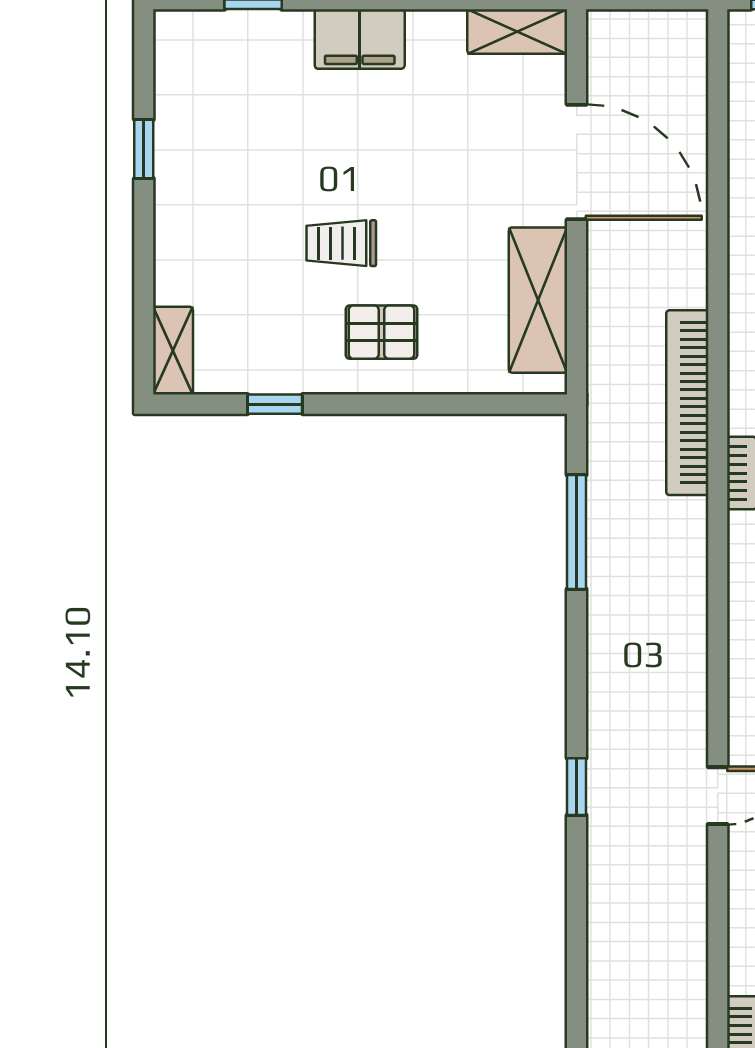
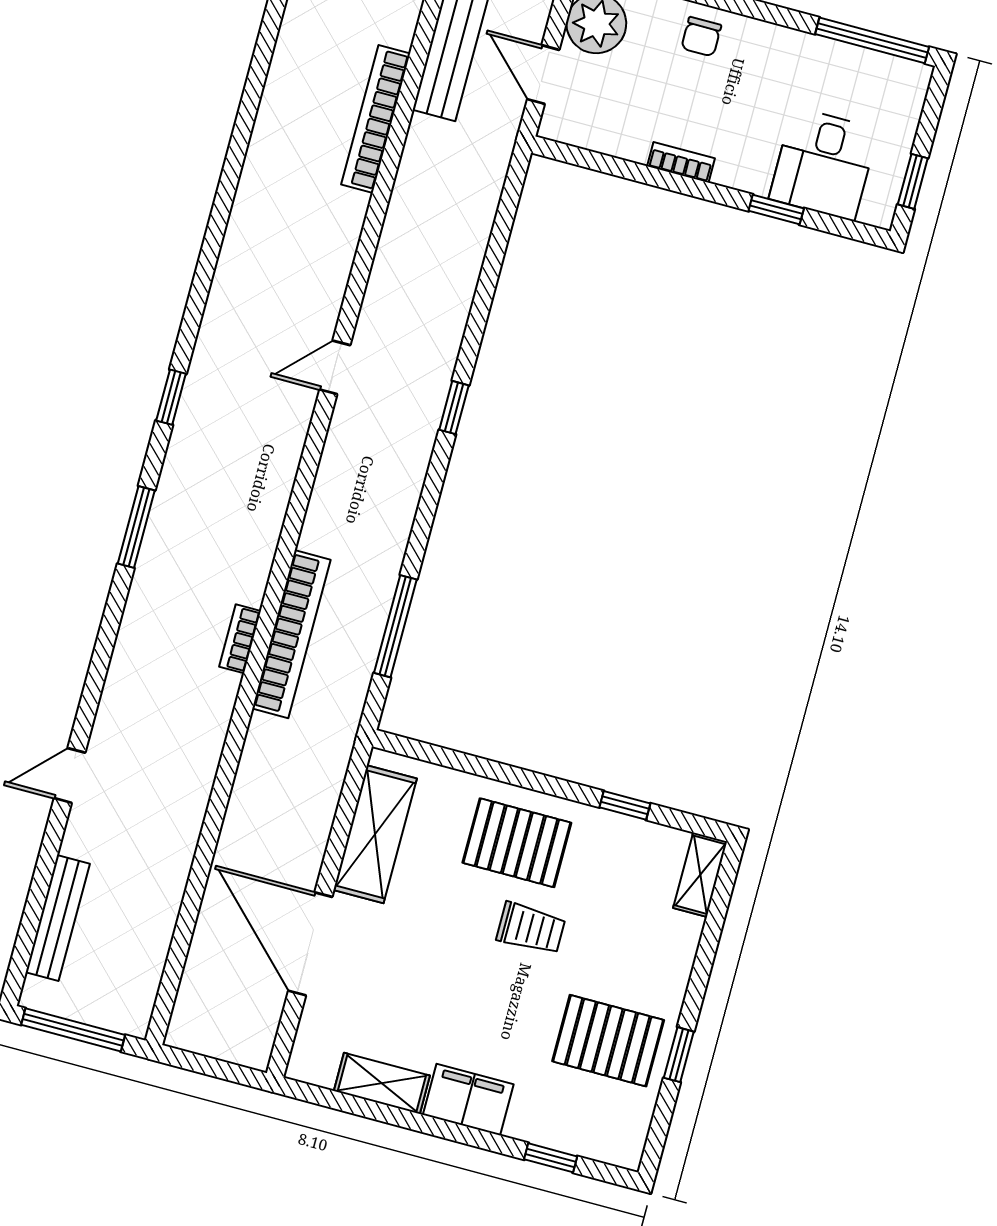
shelving: (517, 31) -> (382, 1083), moved
pallet: (225, 144) -> (608, 1041), added
pallet: (381, 332) -> (517, 843), width x1.50, depth x1.42
bookcase: (687, 403) -> (291, 634), moved

